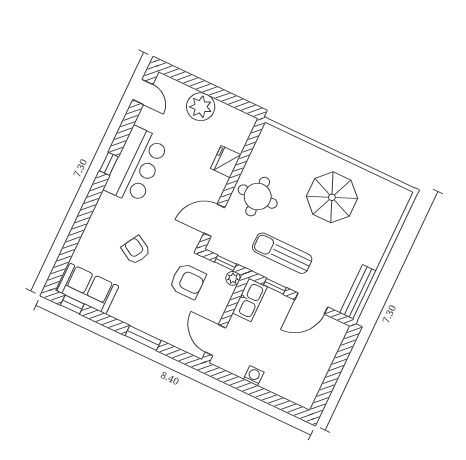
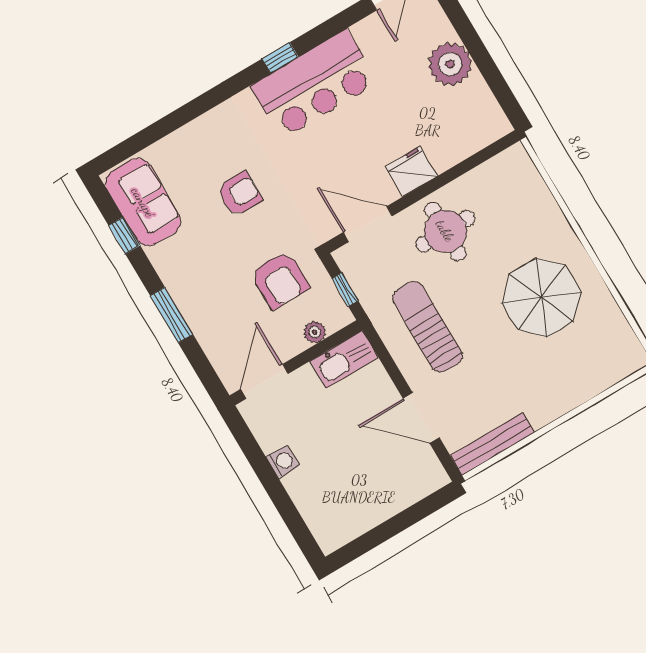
fridge: (226, 162) -> (411, 171), moved
armchair: (136, 250) -> (240, 194), turned 60
plant: (233, 278) -> (315, 332), moved
window: (275, 286) -> (389, 364), removed
window: (72, 305) -> (124, 235), moved

